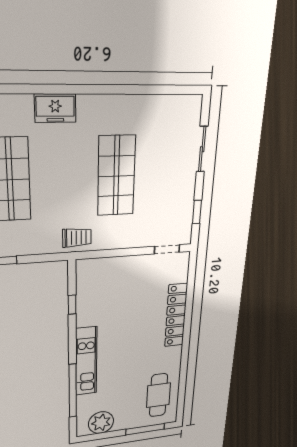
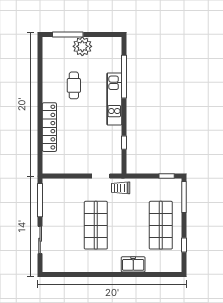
window: (197, 212) -> (40, 200), width x2.17
doorway: (167, 249) -> (101, 176), moved
cafe table: (158, 395) -> (74, 85), moved, width x0.73, depth x0.74
plant: (101, 423) -> (82, 46), moved

